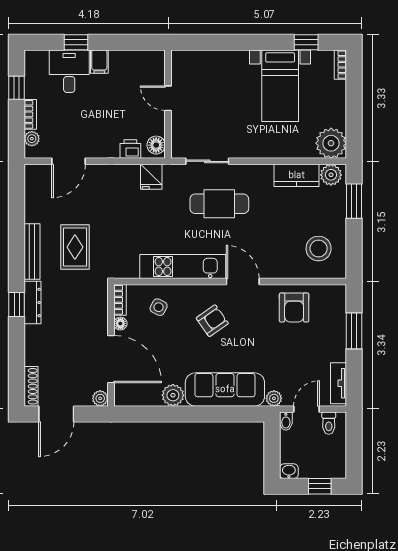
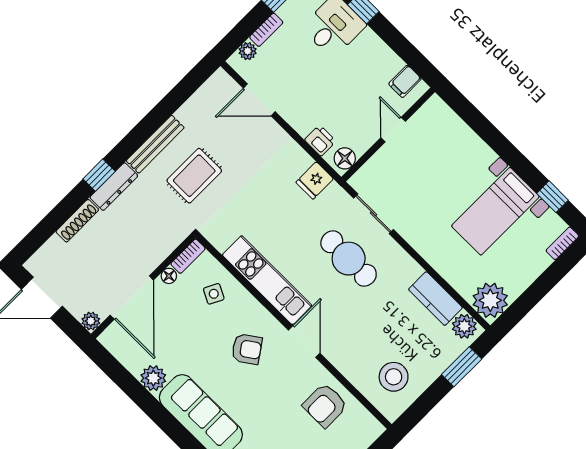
filing cabinet: (99, 62) -> (405, 81), moved
shoe rack: (31, 386) -> (77, 221), moved

